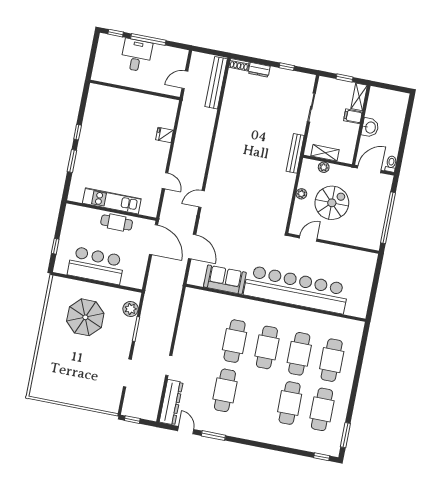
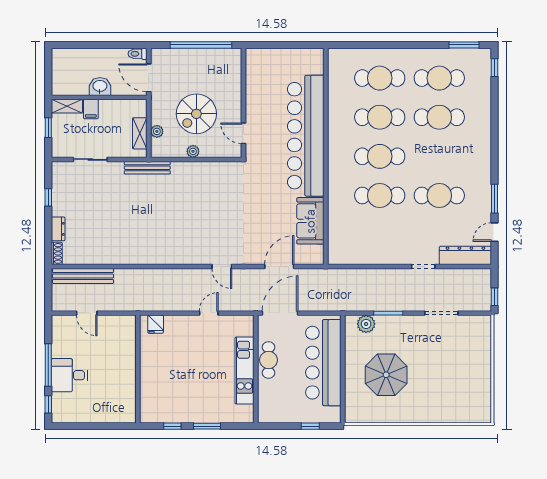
wall: (135, 90) -> (138, 369), moved
spiral stairs: (332, 203) -> (196, 114), turned -90
bar counter: (96, 265) -> (323, 363), width x1.36

